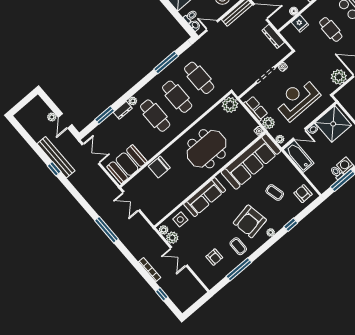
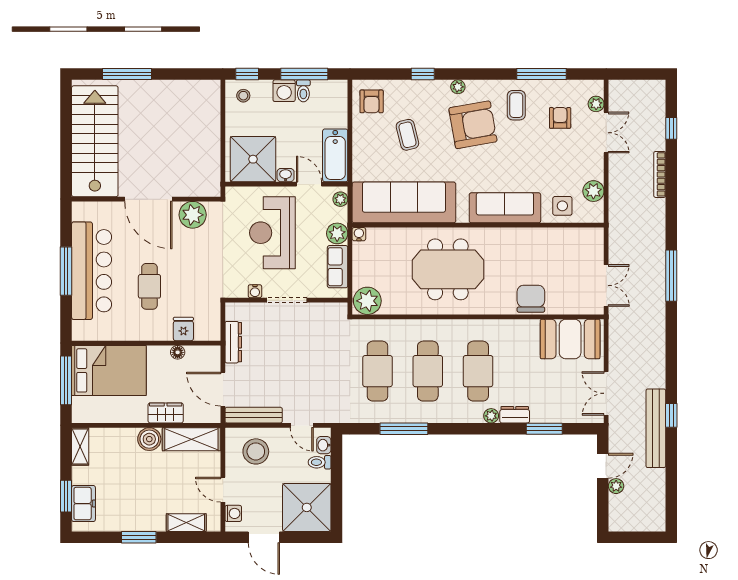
reception desk: (297, 99) -> (272, 233), turned 90
chair: (159, 167) -> (531, 299), turned -90
plant: (164, 230) -> (596, 104), moved
double door: (179, 257) -> (606, 133), moved

